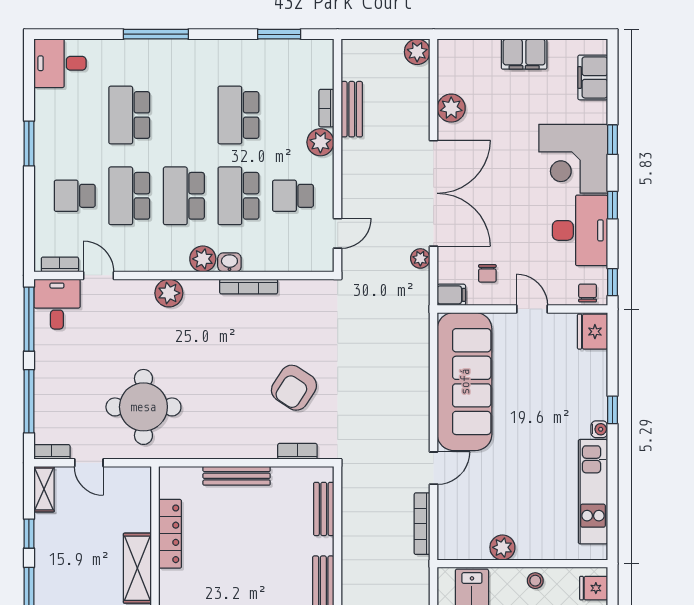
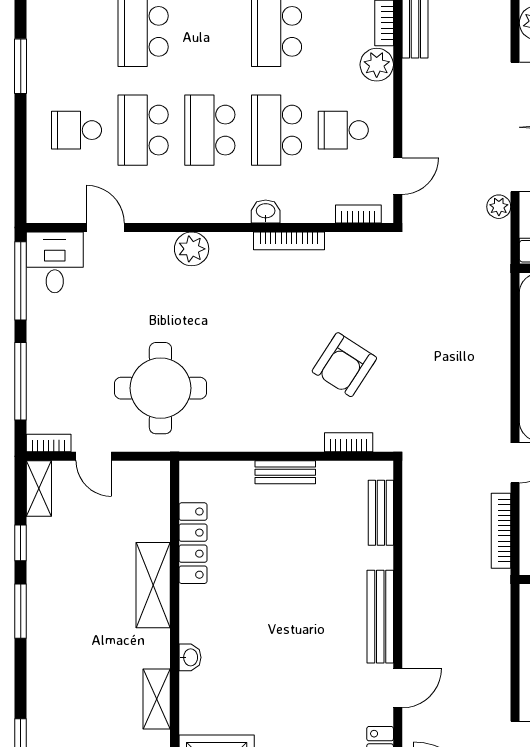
plant: (203, 259) -> (233, 207), removed
bookcase: (60, 264) -> (358, 214), moved
bench: (237, 476) -> (285, 472), width x0.73

